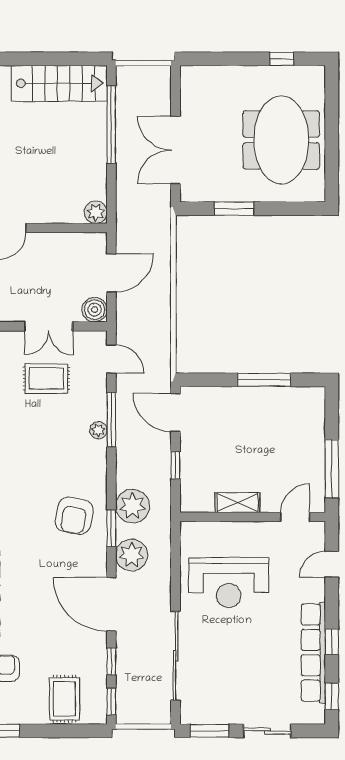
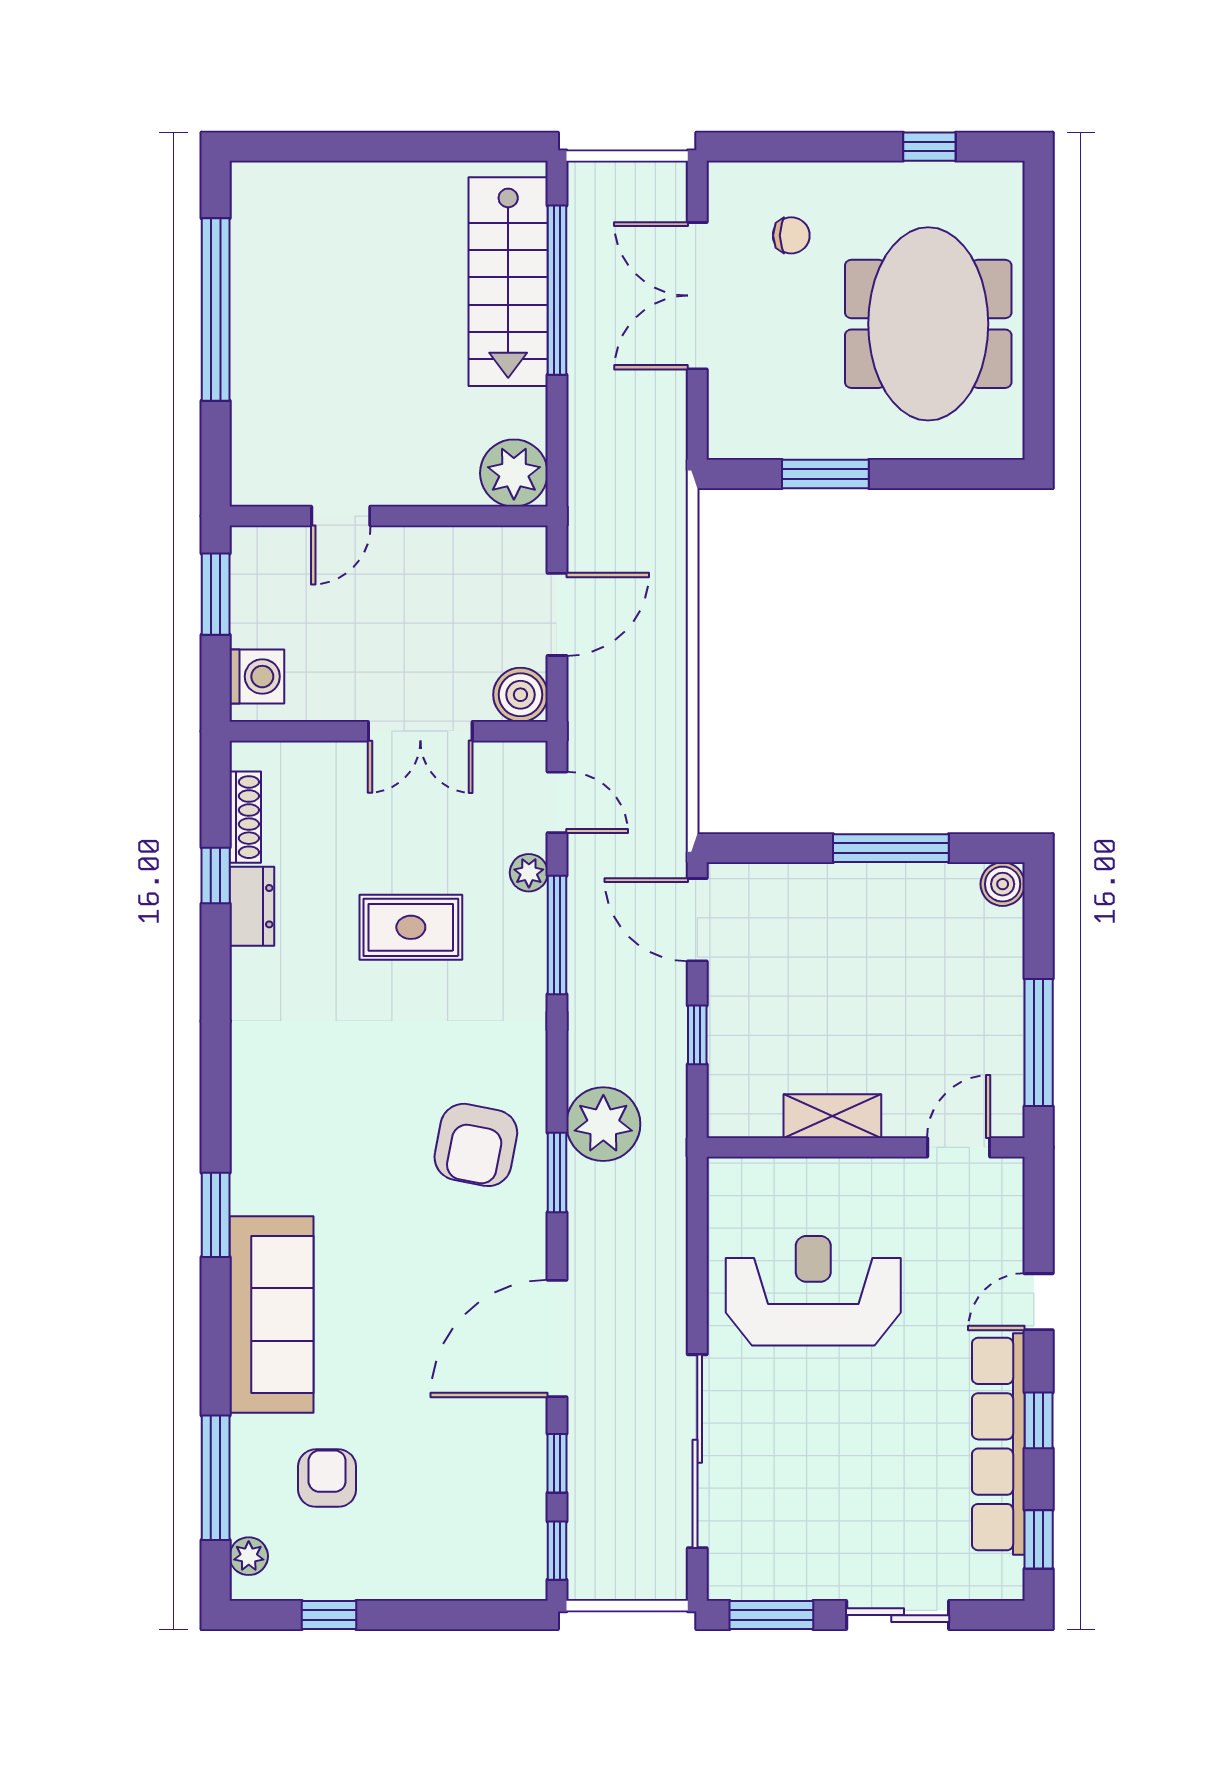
stairs: (59, 83) -> (508, 282), moved, turned 90
chair: (219, 99) -> (791, 235), added
double door: (176, 150) -> (697, 296), moved
plant: (96, 212) -> (514, 473), width x1.36, depth x1.36
rug: (46, 379) -> (411, 927), moved
boiler: (315, 396) -> (1003, 884), added
plant: (98, 430) -> (529, 873), moved
plant: (132, 555) -> (601, 1231), removed
door: (332, 564) -> (1039, 1302), moved
reception desk: (229, 582) -> (813, 1291), turned 180
door: (111, 604) -> (557, 1339), hinge flipped
rug: (64, 699) -> (455, 1545), removed

